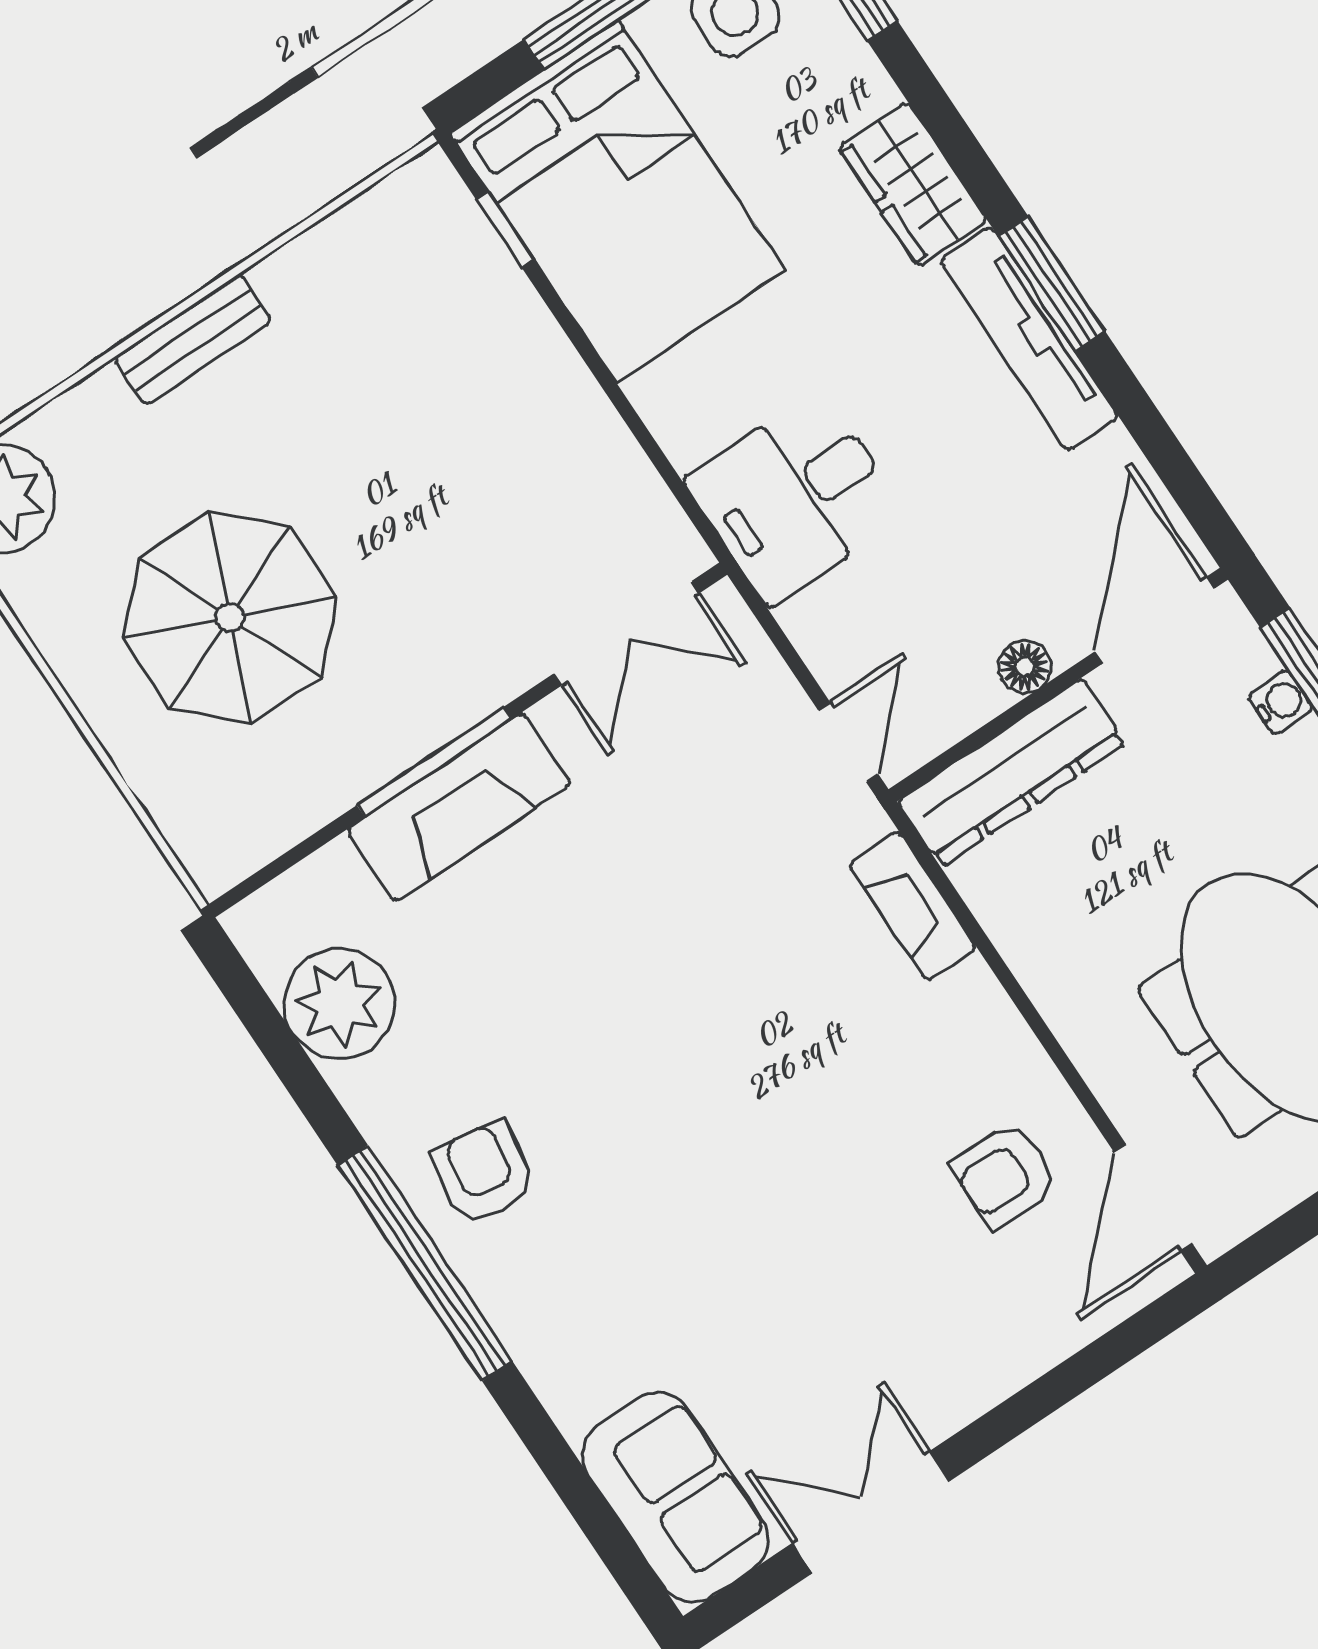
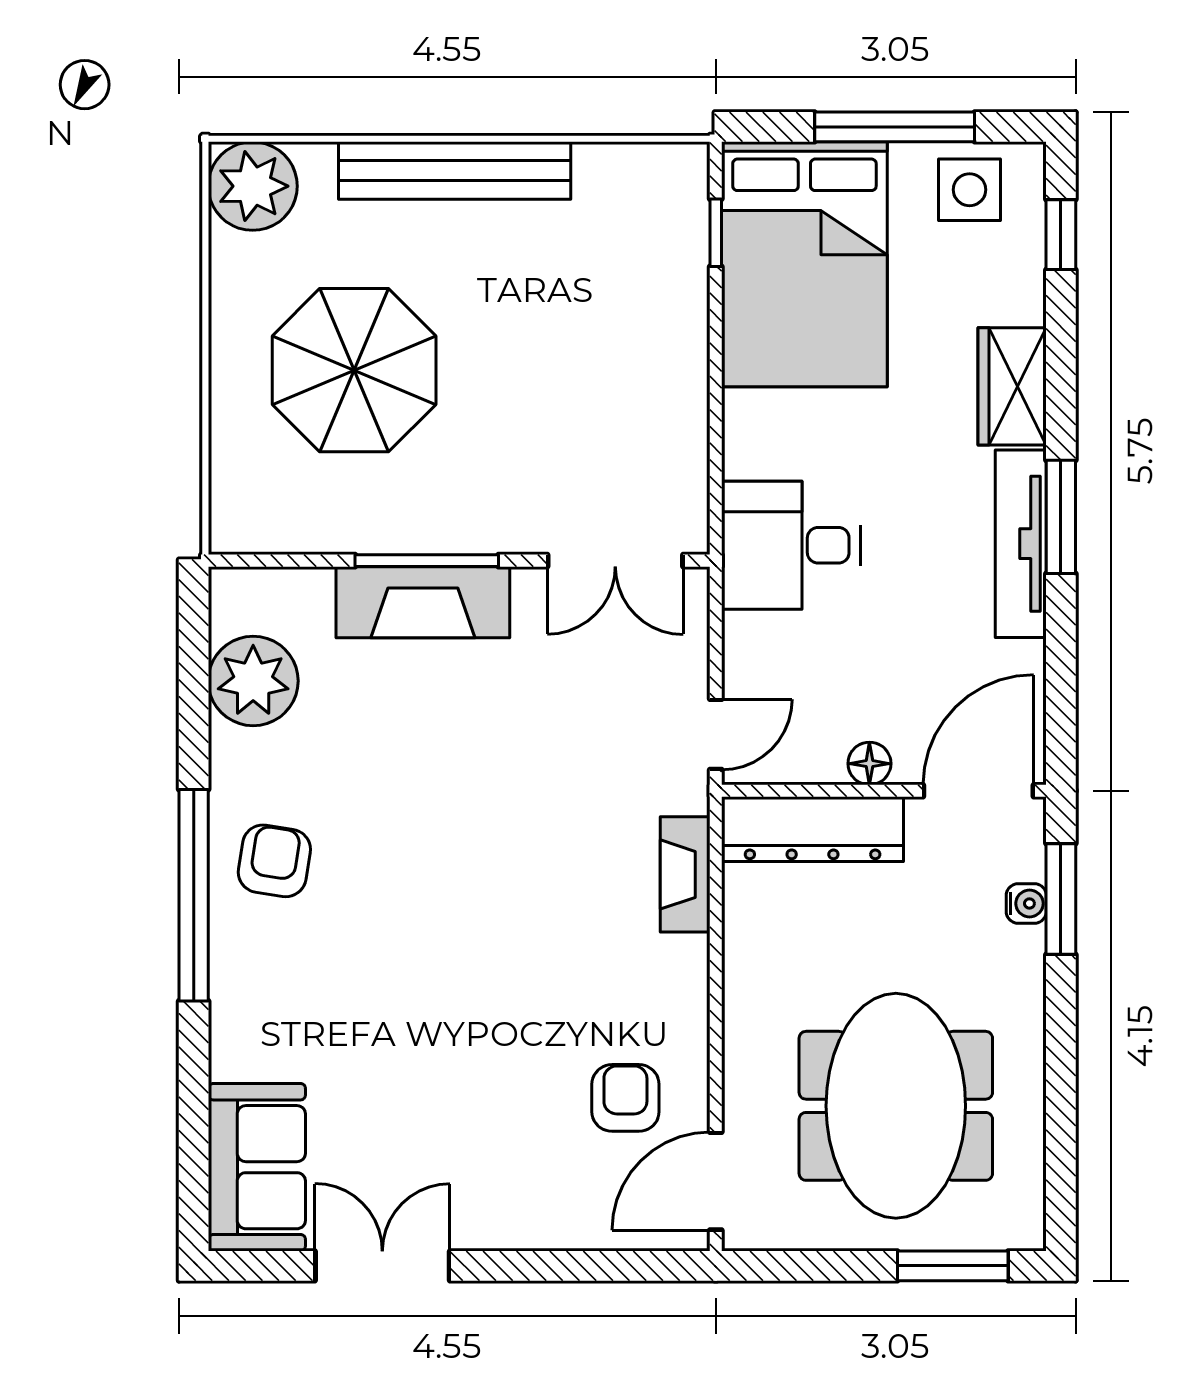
bench: (193, 340) -> (455, 171), width x1.86, depth x1.21
armchair: (1004, 1175) -> (625, 1098), turned 90

